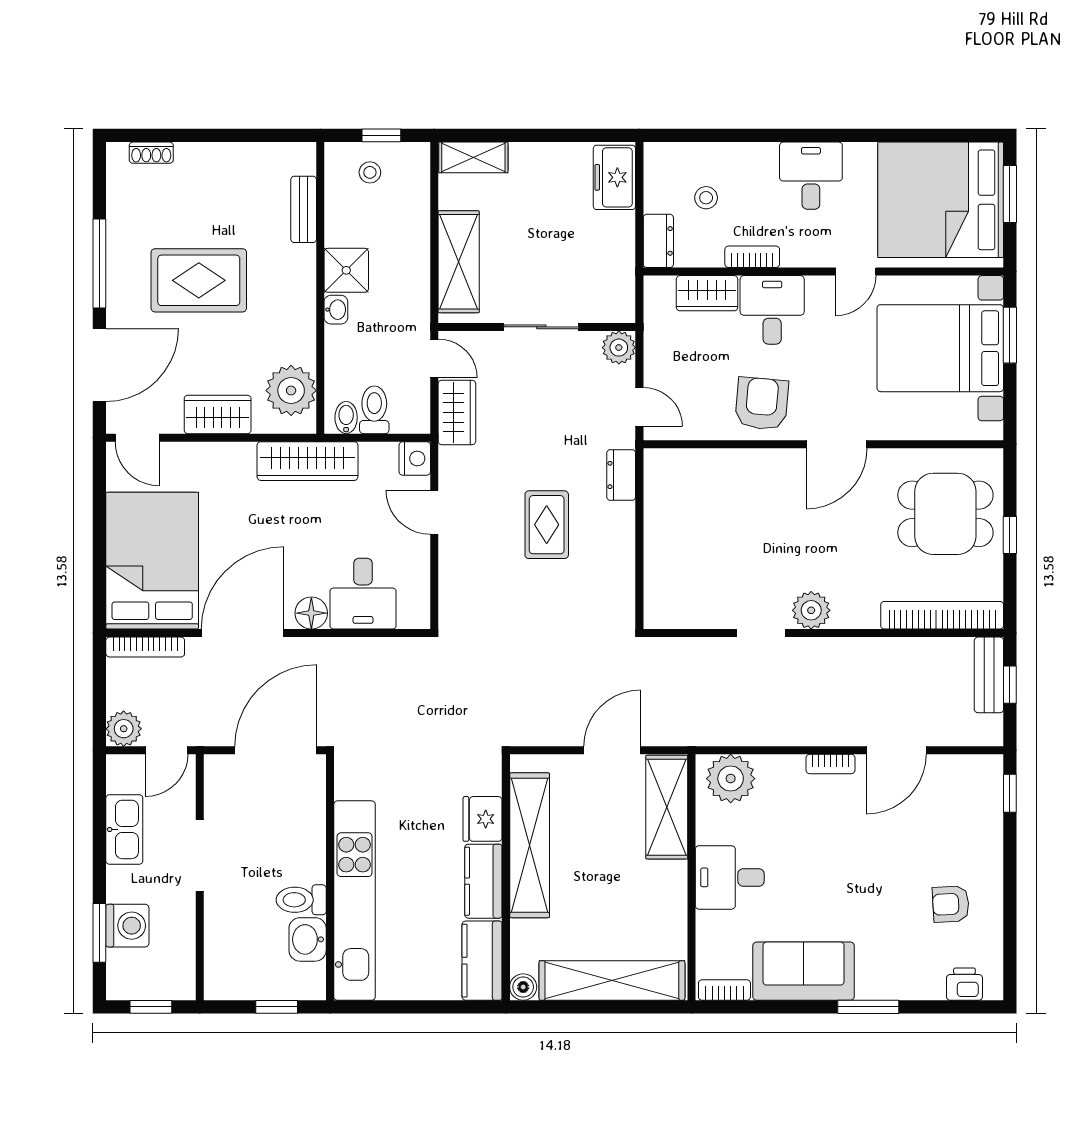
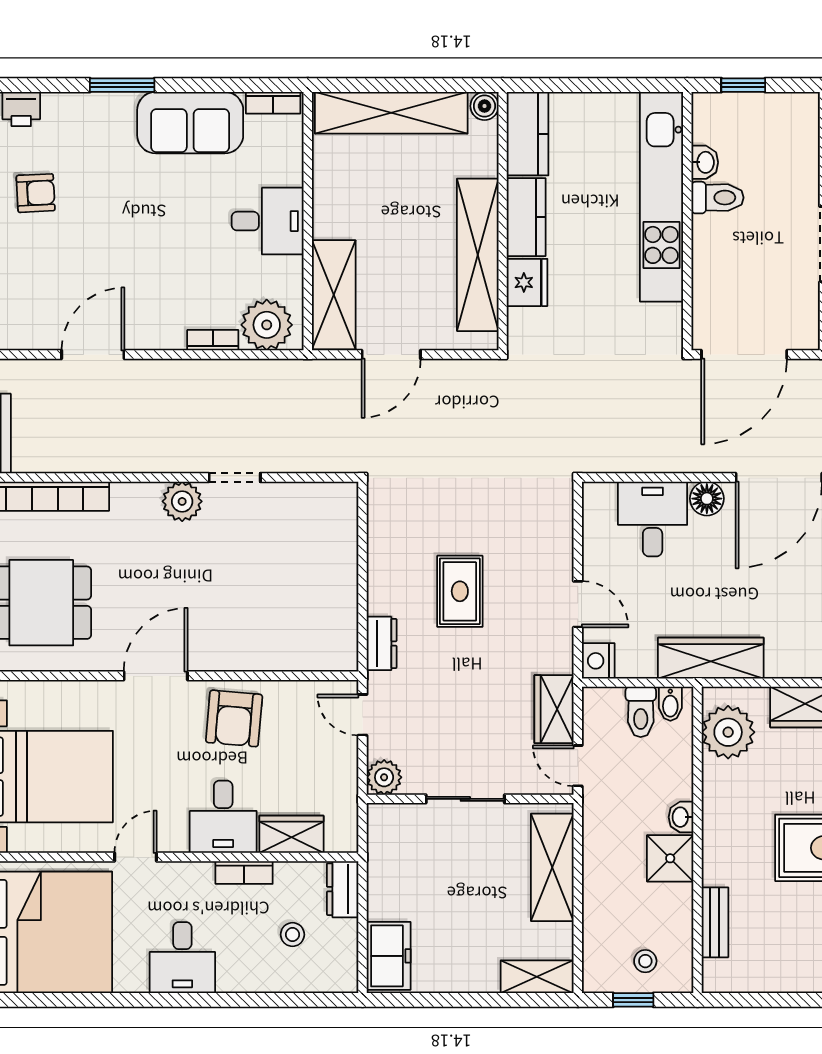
bookcase: (830, 764) -> (213, 340), moved
washbasin: (308, 939) -> (705, 162), width x0.72, depth x0.69

